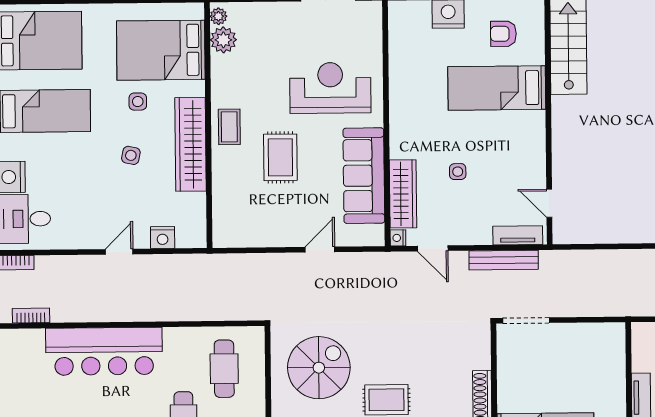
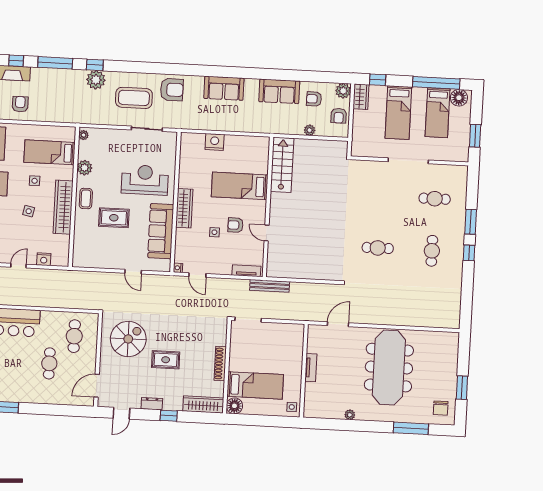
armchair: (503, 34) -> (235, 225), moved
plant: (223, 40) -> (85, 168), moved
bed: (161, 50) -> (50, 152), width x0.67
rug: (280, 157) -> (114, 218), turned 90
wardrobe: (403, 194) -> (184, 208), moved
door: (549, 203) -> (267, 233), moved
door: (320, 250) -> (133, 272), swing flipped
bench: (504, 260) -> (270, 286), moved

